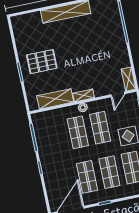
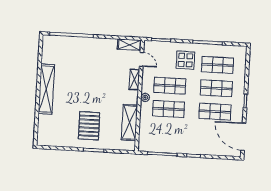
shelving: (84, 95) -> (134, 80), moved

